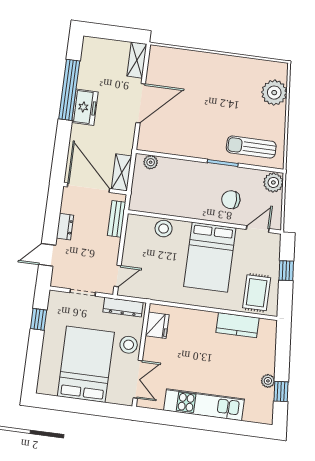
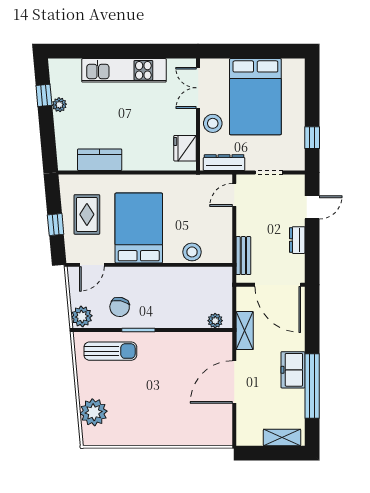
shelving: (137, 60) -> (282, 438), moved, turned 90
shelving: (122, 172) -> (245, 331), moved
chair: (231, 200) -> (120, 307), moved, turned 101
rug: (257, 293) -> (87, 214), moved

